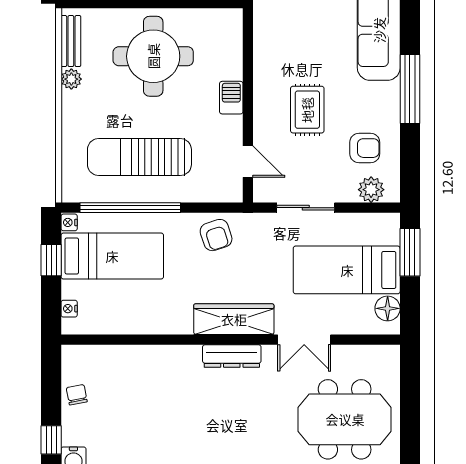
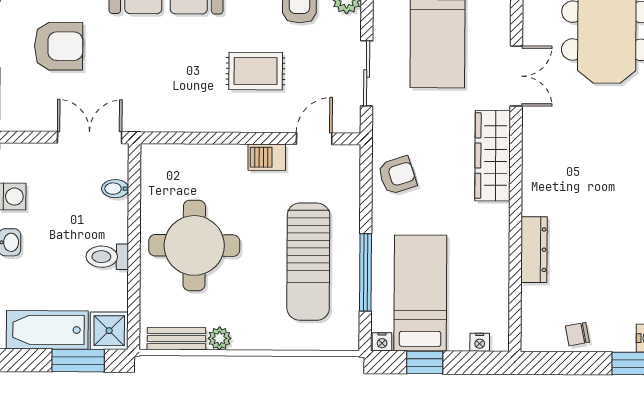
barbecue: (231, 98) -> (267, 157), moved
window: (130, 208) -> (366, 272), width x0.68
dresser: (232, 356) -> (534, 250), moved

